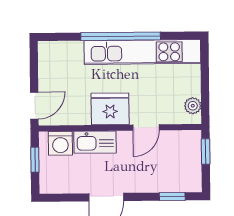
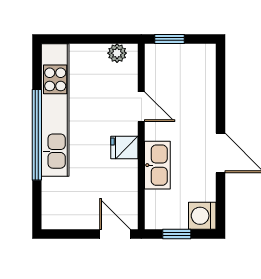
fridge: (110, 109) -> (124, 147), width x0.53, depth x0.75
washing machine: (60, 143) -> (202, 216), moved, turned 180
window: (172, 197) -> (220, 78), removed

